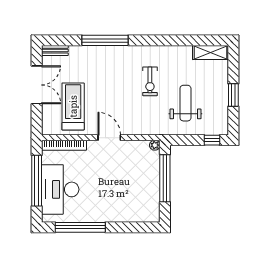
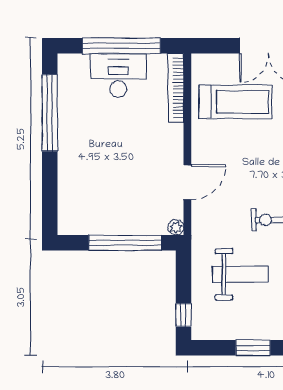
door: (109, 138) -> (187, 182), moved
desk: (60, 189) -> (118, 75), width x0.73, depth x0.77

